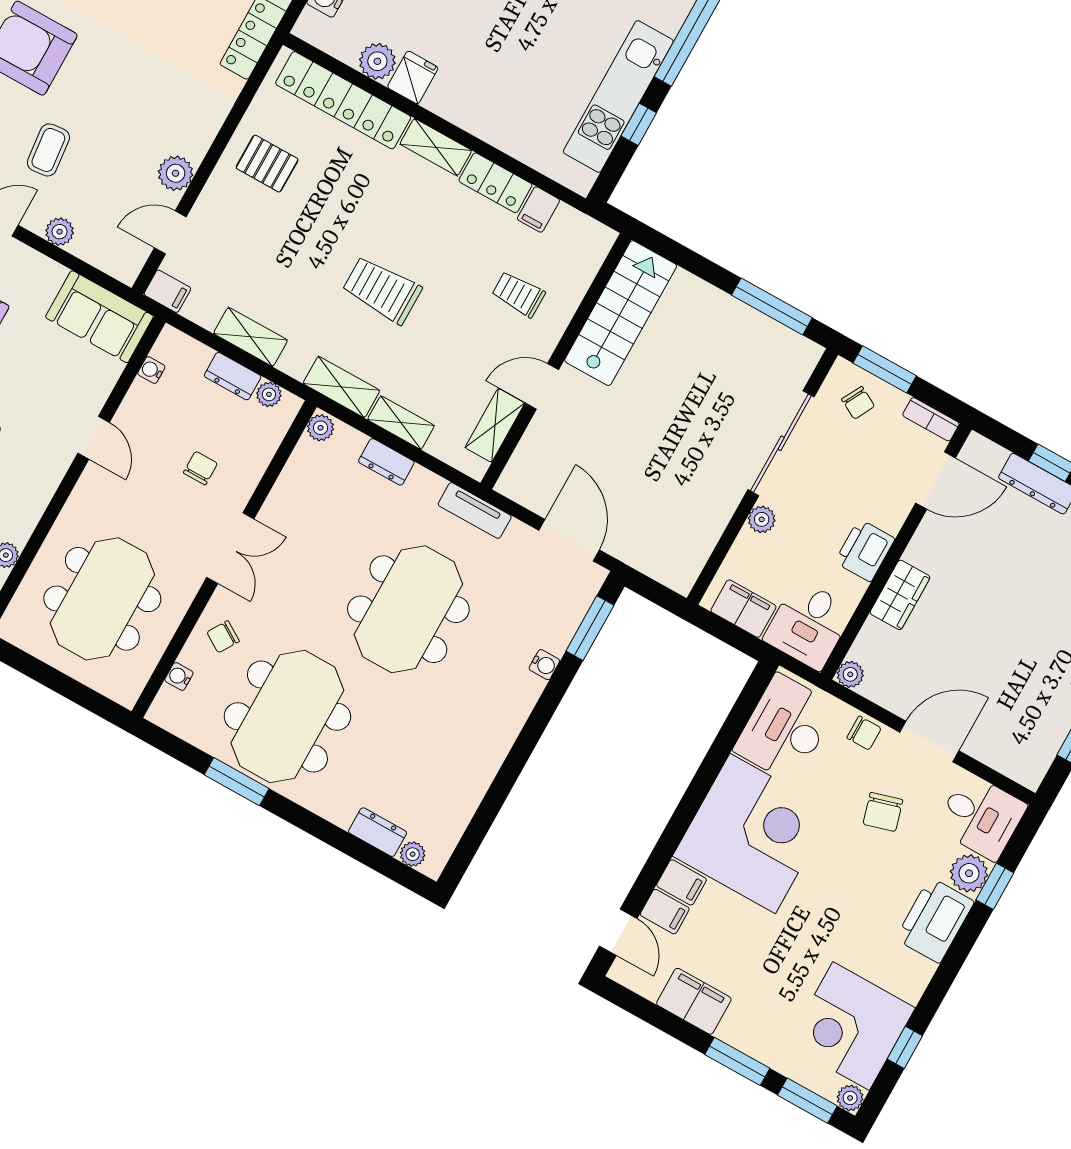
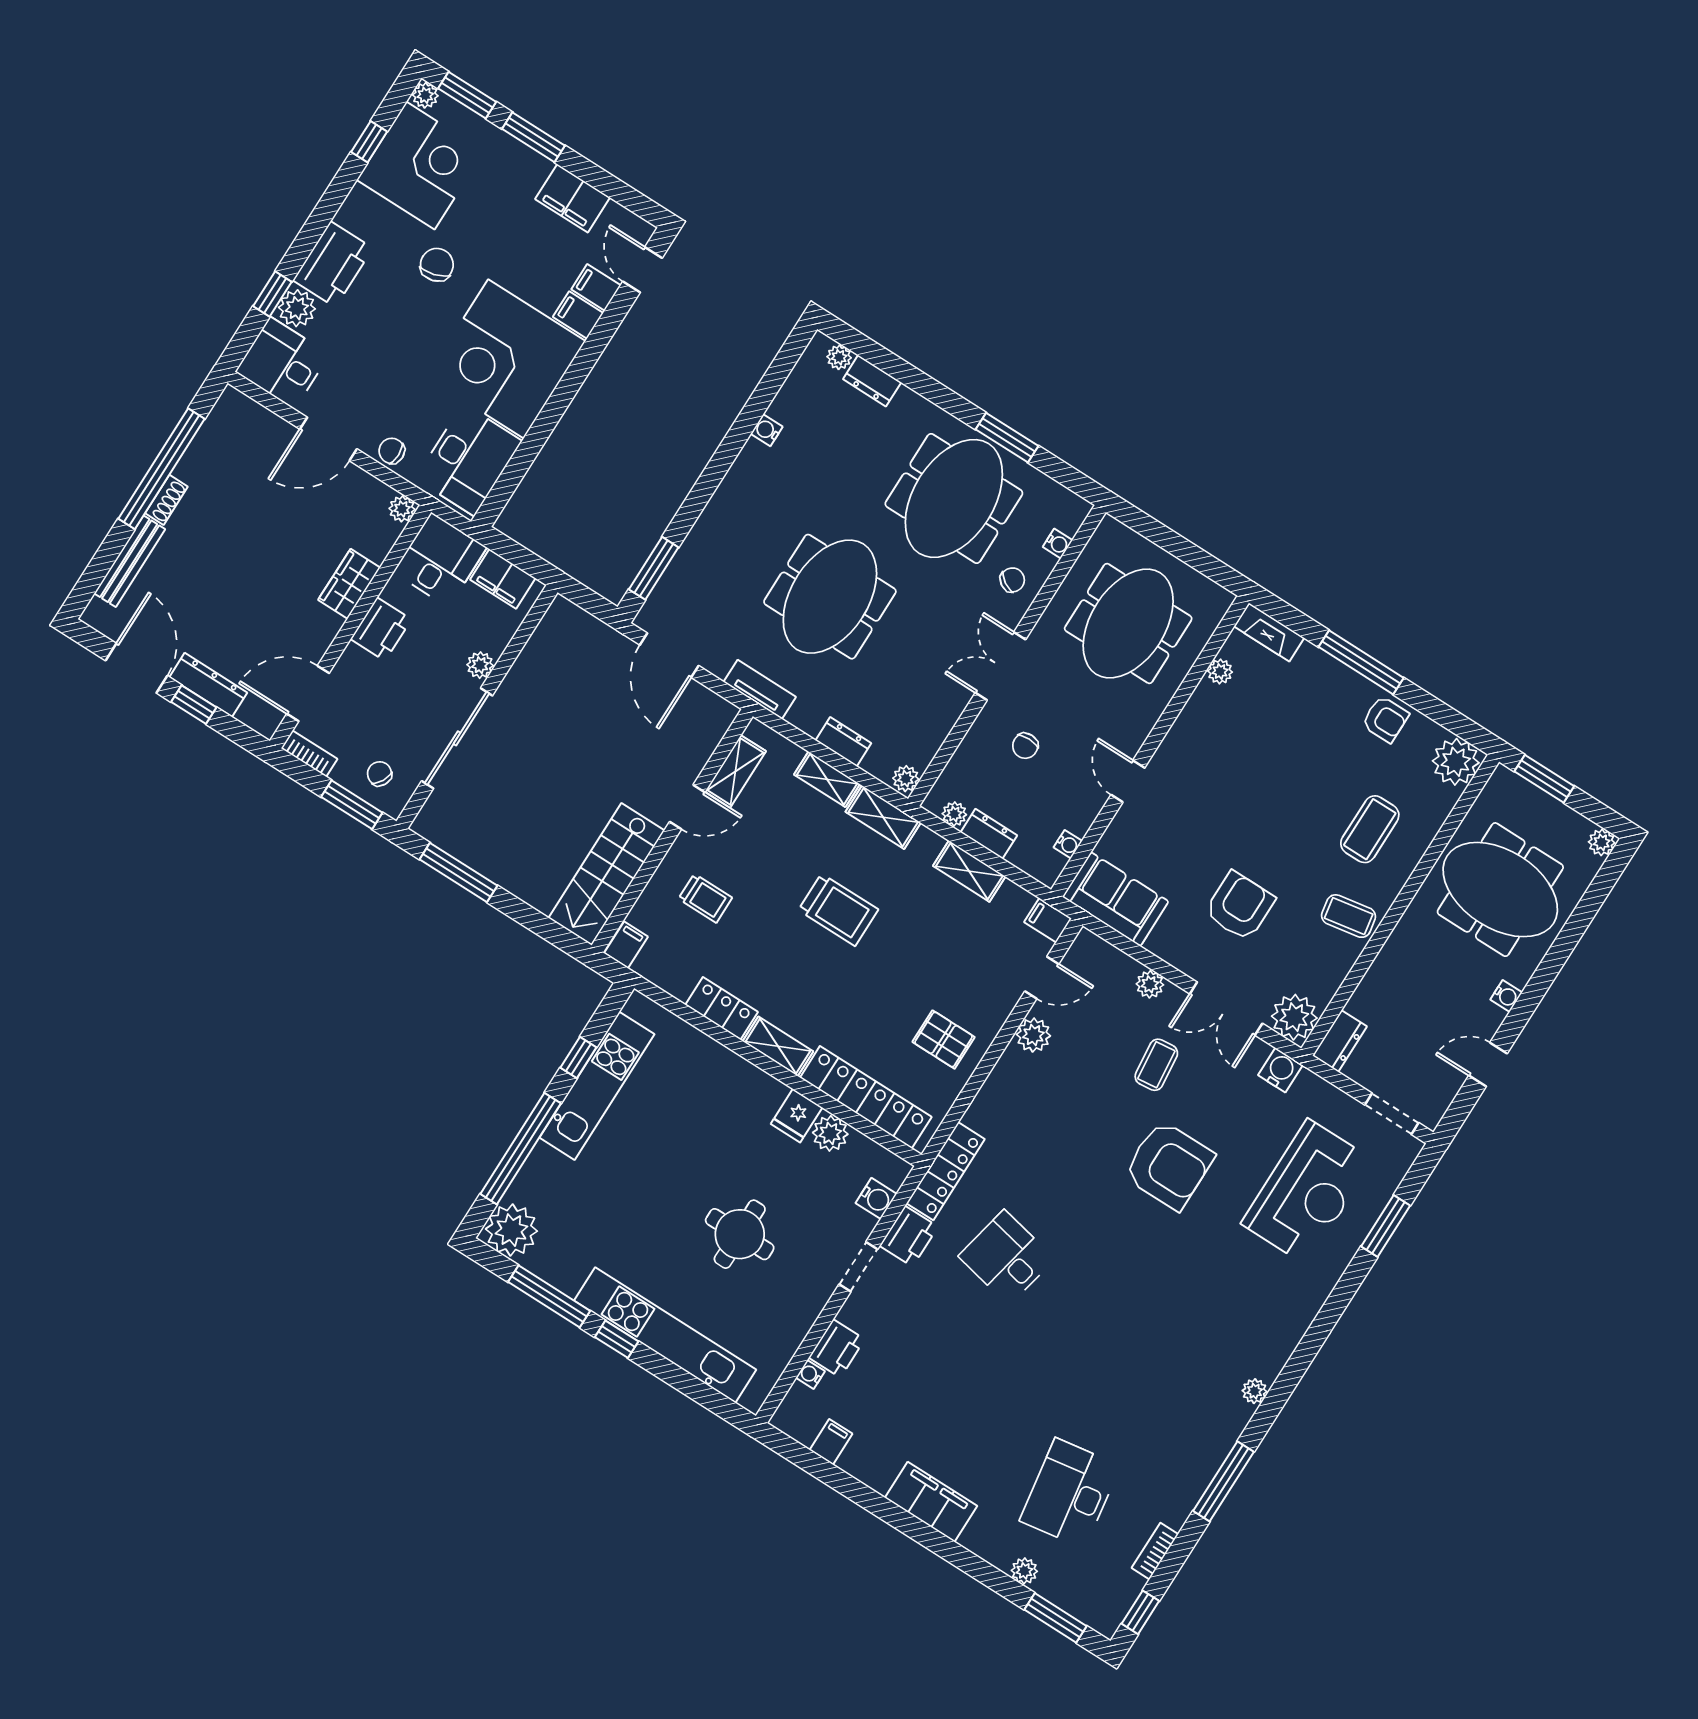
filing cabinet: (538, 209) -> (626, 945), moved
water cooler: (544, 665) -> (767, 430), moved
chair: (883, 812) -> (437, 265), moved

